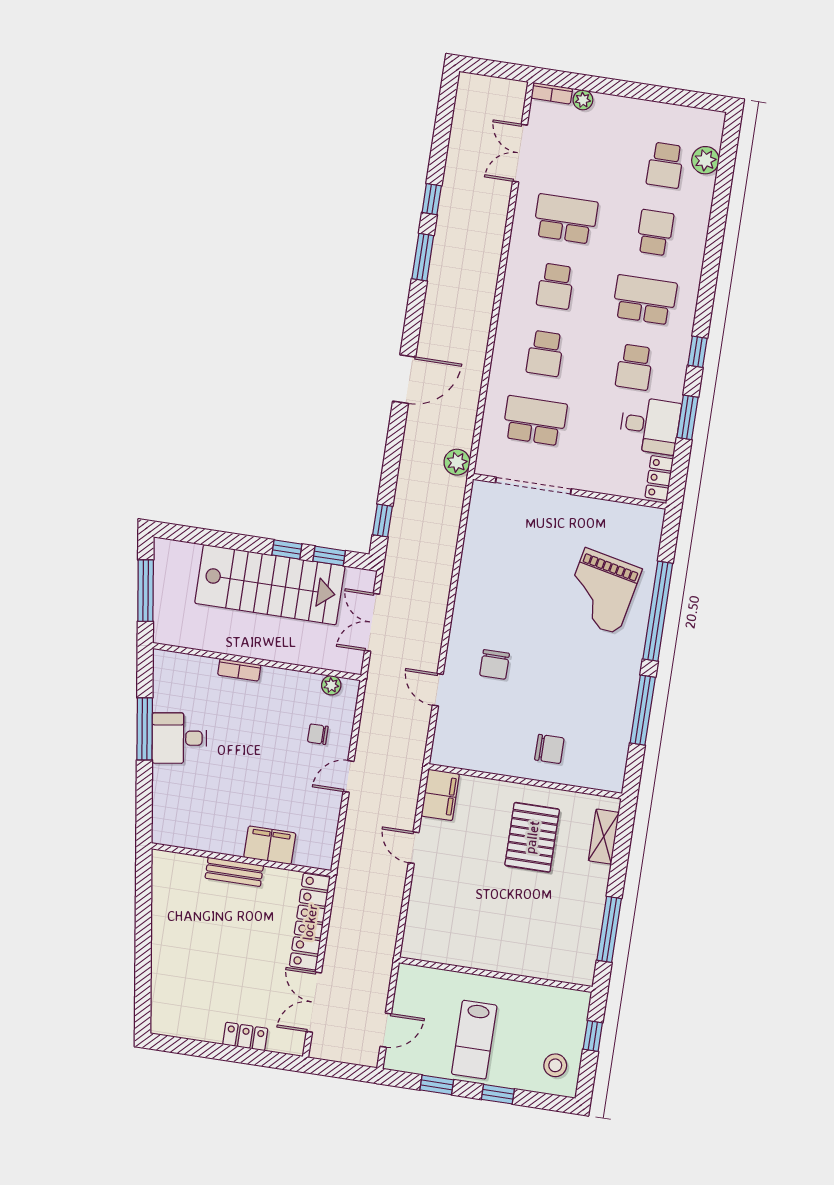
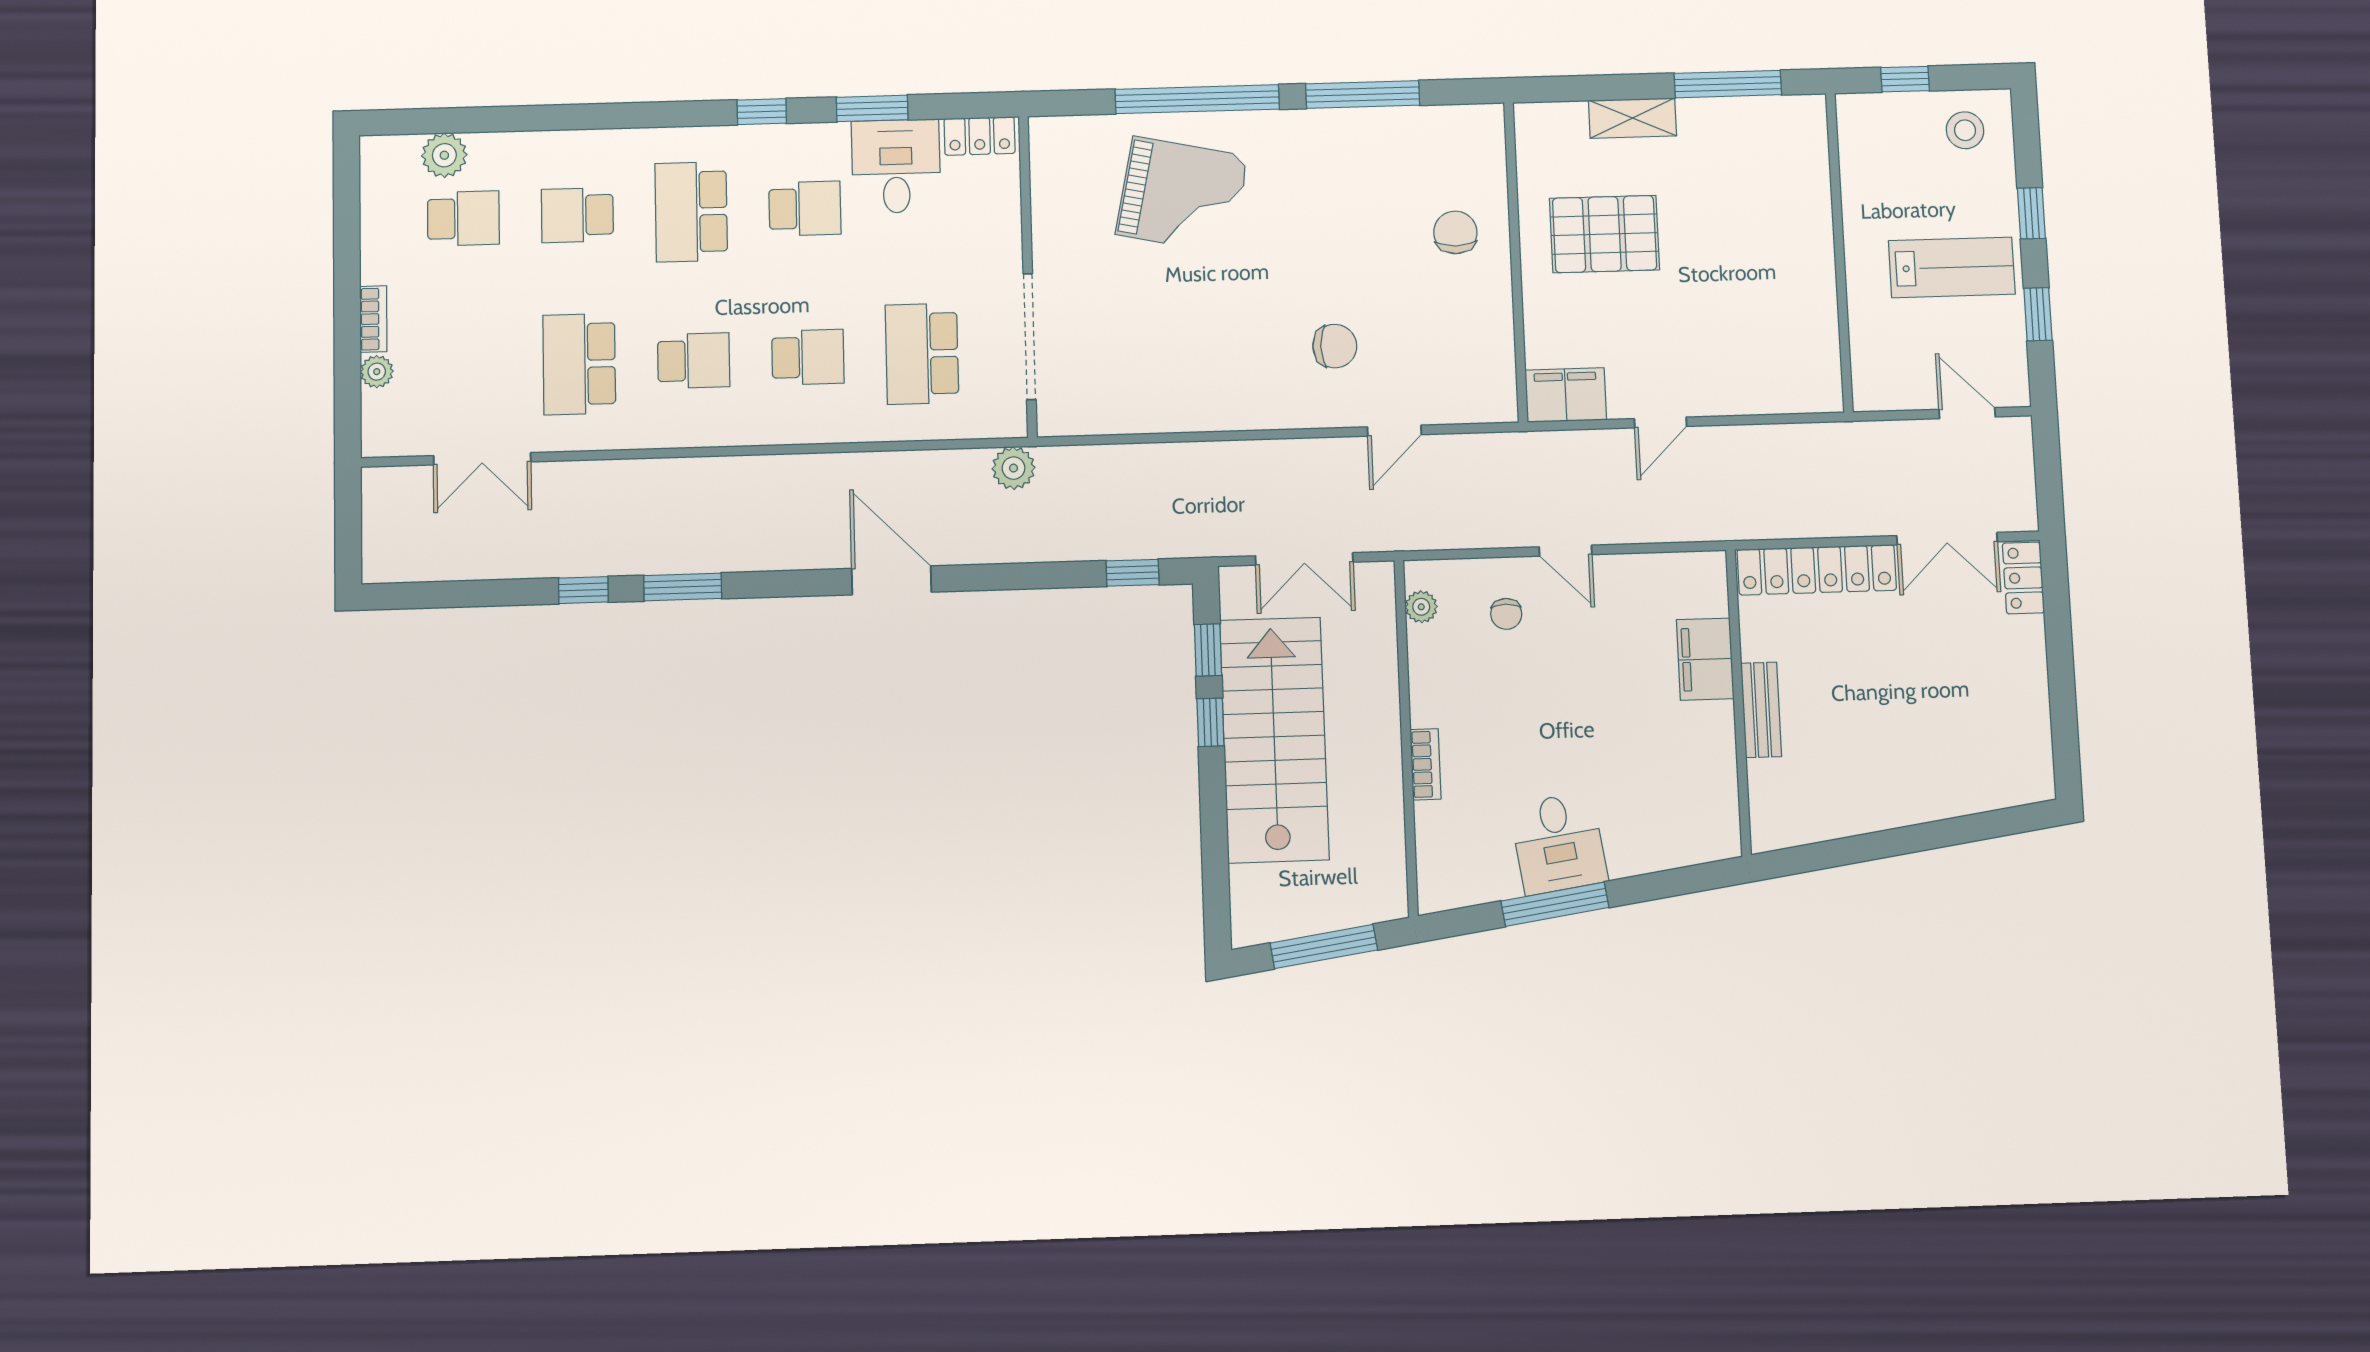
bookcase: (552, 93) -> (373, 319), moved
shelving: (604, 837) -> (1632, 118), moved
locker: (245, 1036) -> (2023, 578), moved

